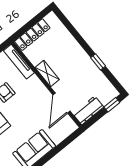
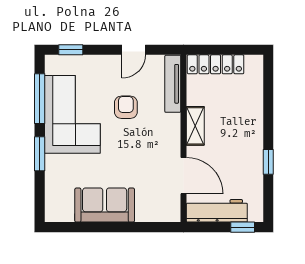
door: (61, 103) -> (184, 176), swing flipped
workbench: (88, 110) -> (217, 211), width x1.38

